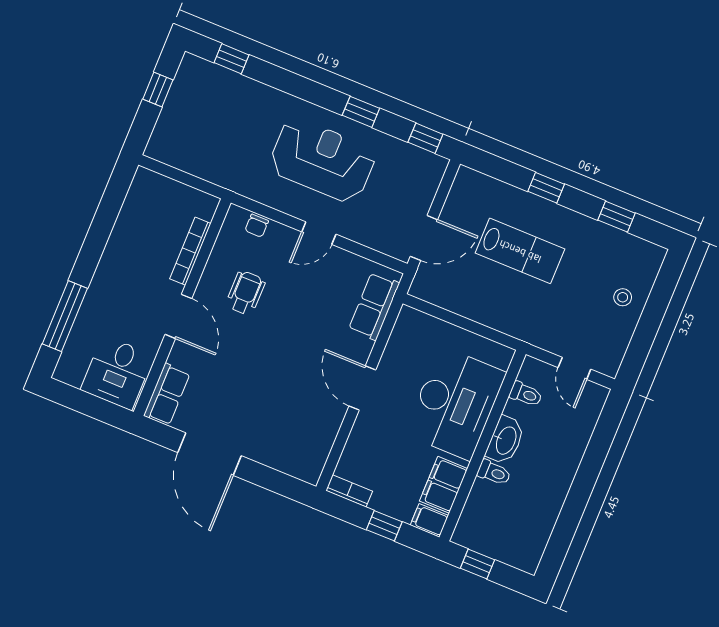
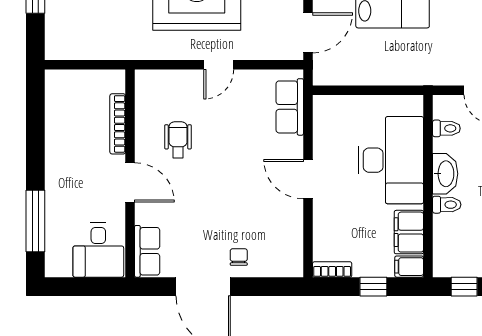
chair: (257, 226) -> (239, 257), moved, turned 180

